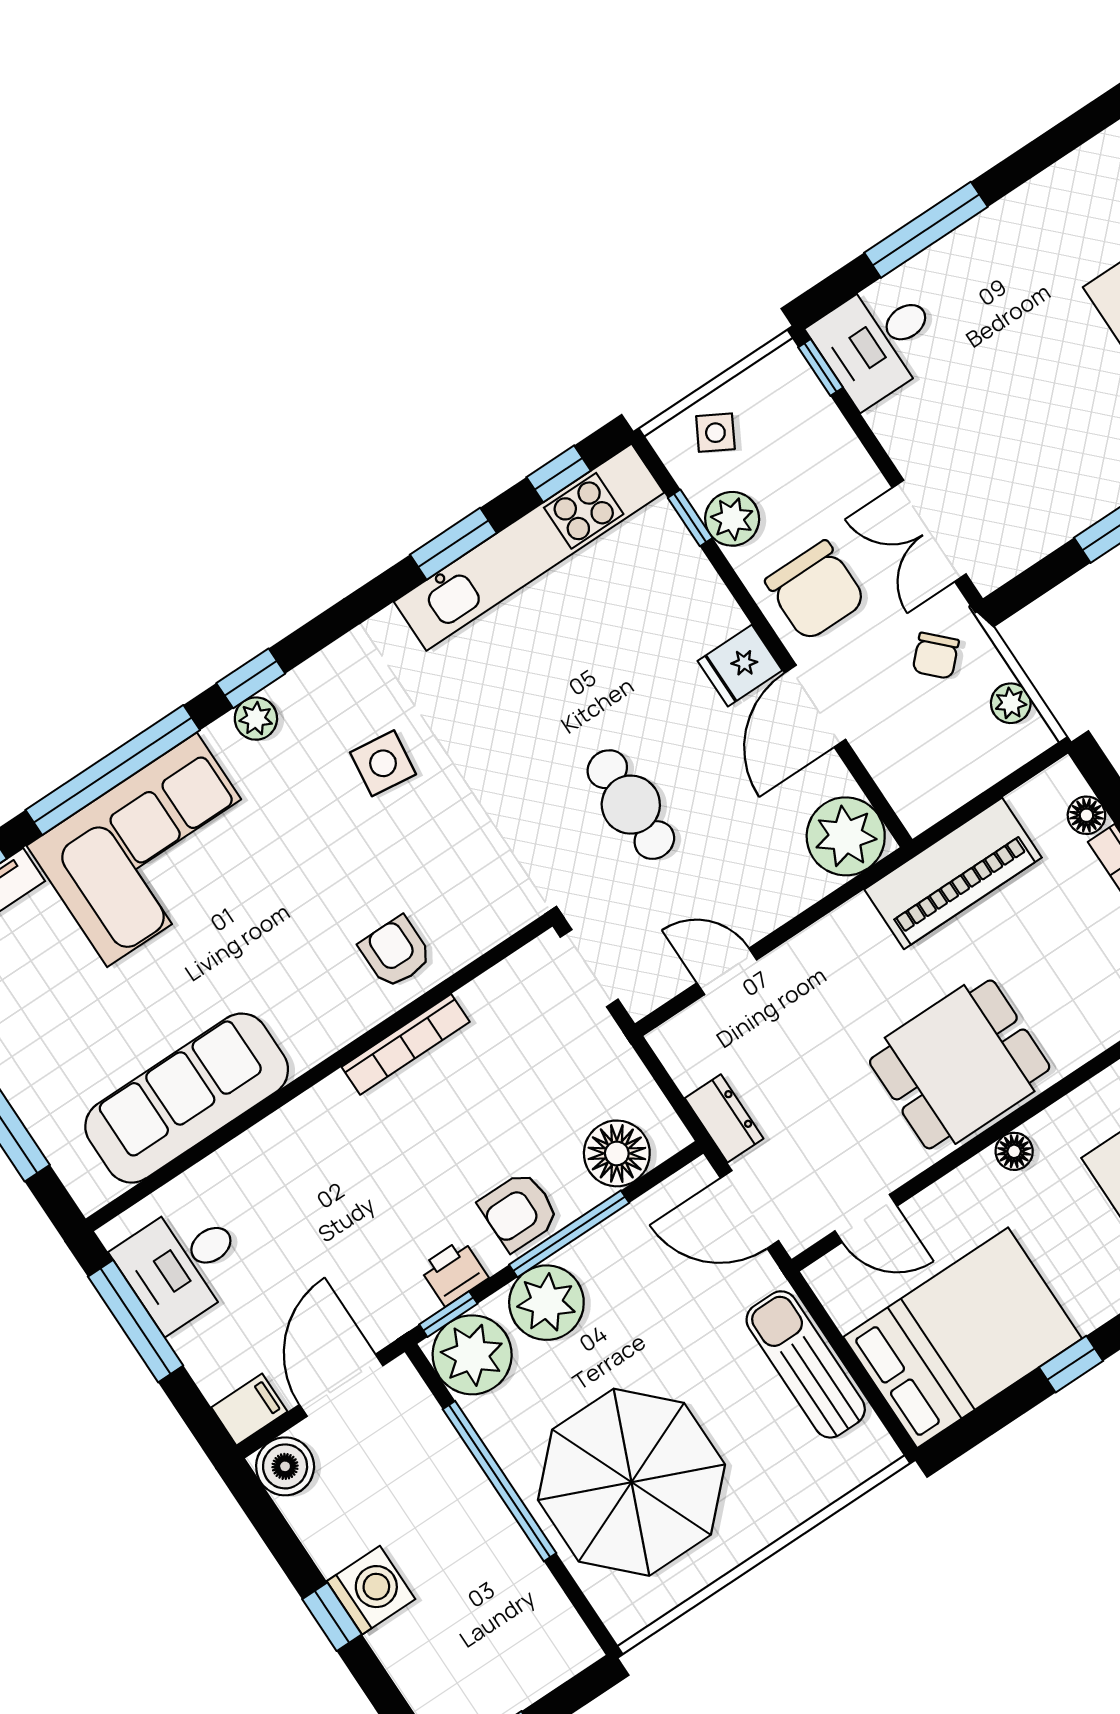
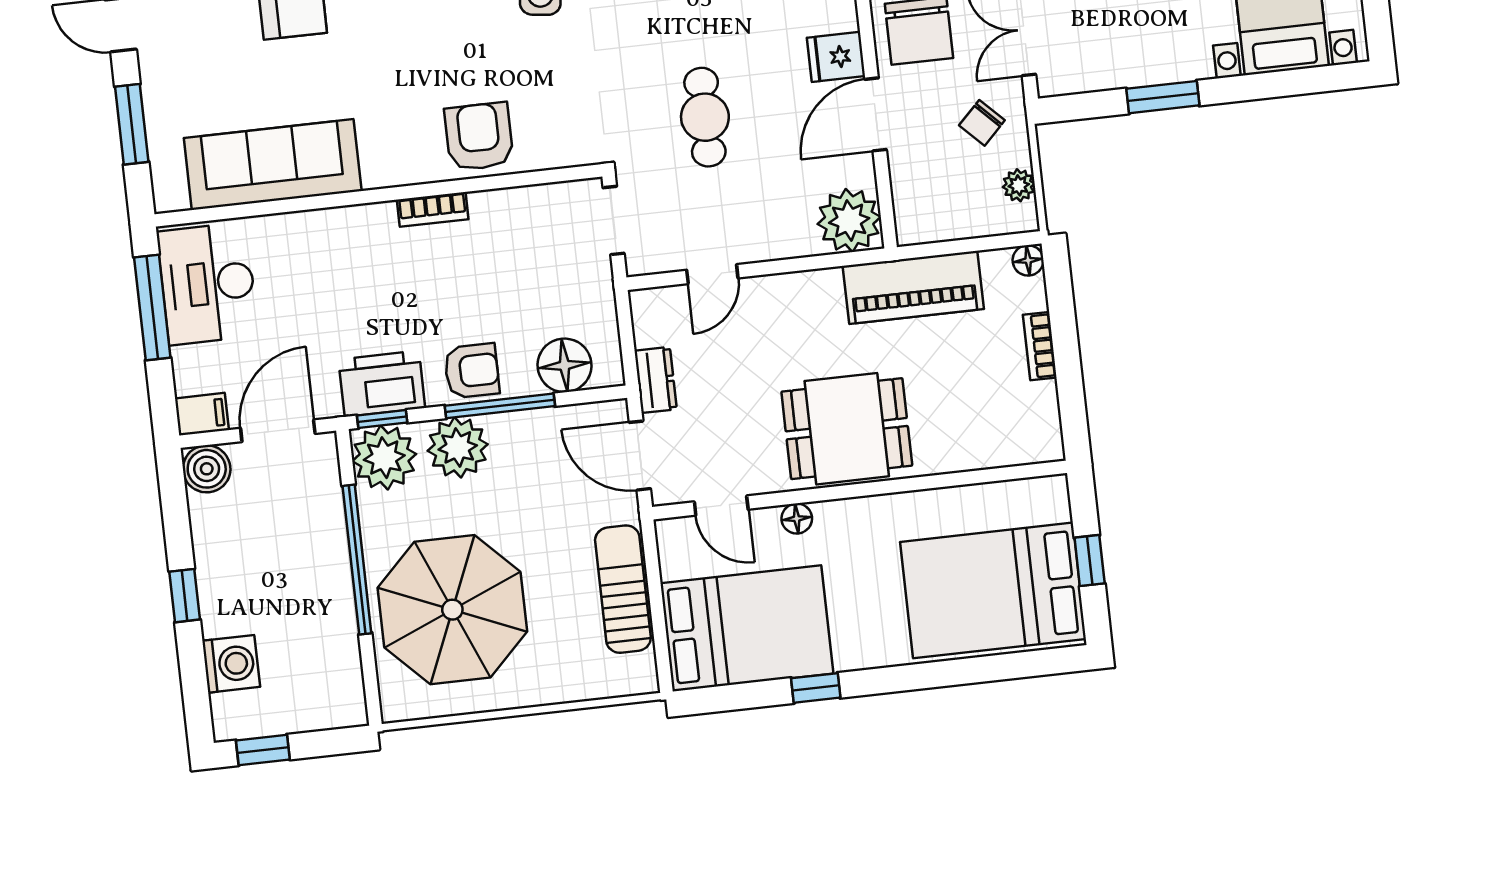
floor lamp: (1086, 815) -> (1028, 260), moved
armchair: (396, 952) -> (479, 137), width x1.38, depth x1.38
door: (727, 971) -> (712, 274), swing flipped
bookcase: (406, 1044) -> (433, 209), width x0.64
floor lamp: (1014, 1151) -> (797, 519), moved
armchair: (519, 1211) -> (472, 371), turned 180
desk: (182, 1264) -> (208, 284), width x1.37
printer: (454, 1273) -> (382, 384), width x1.87, depth x1.48
washing machine: (371, 1590) -> (231, 664), moved

